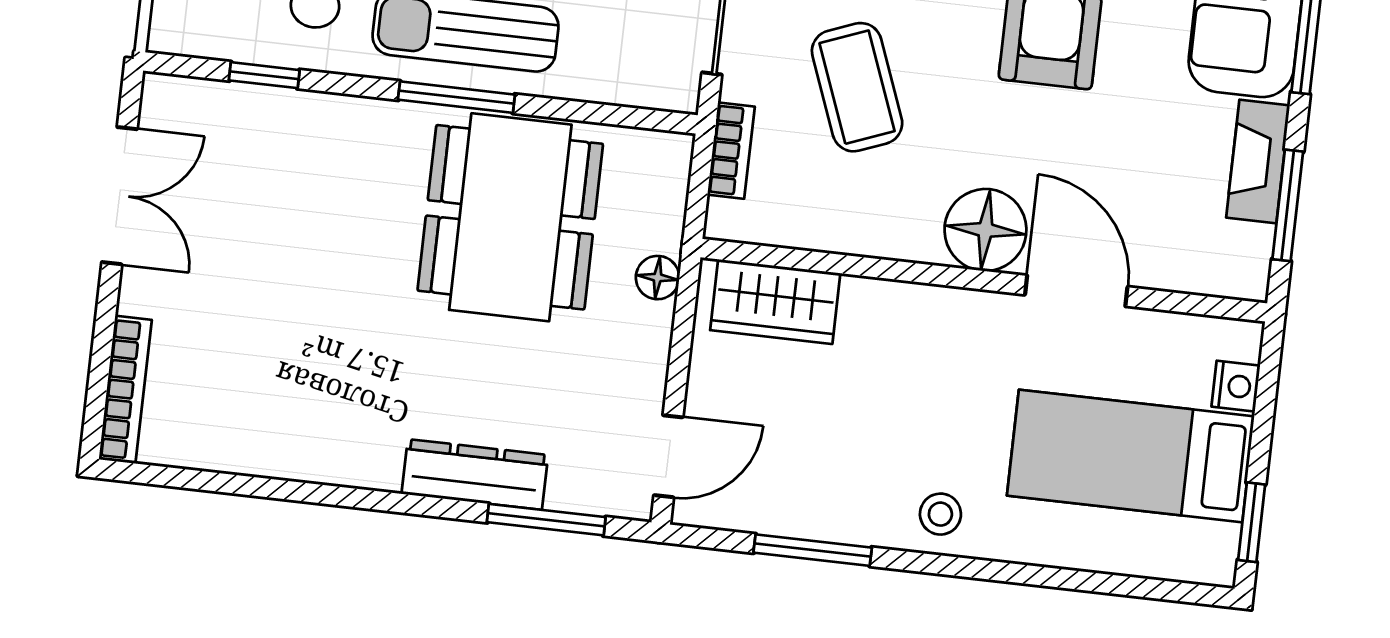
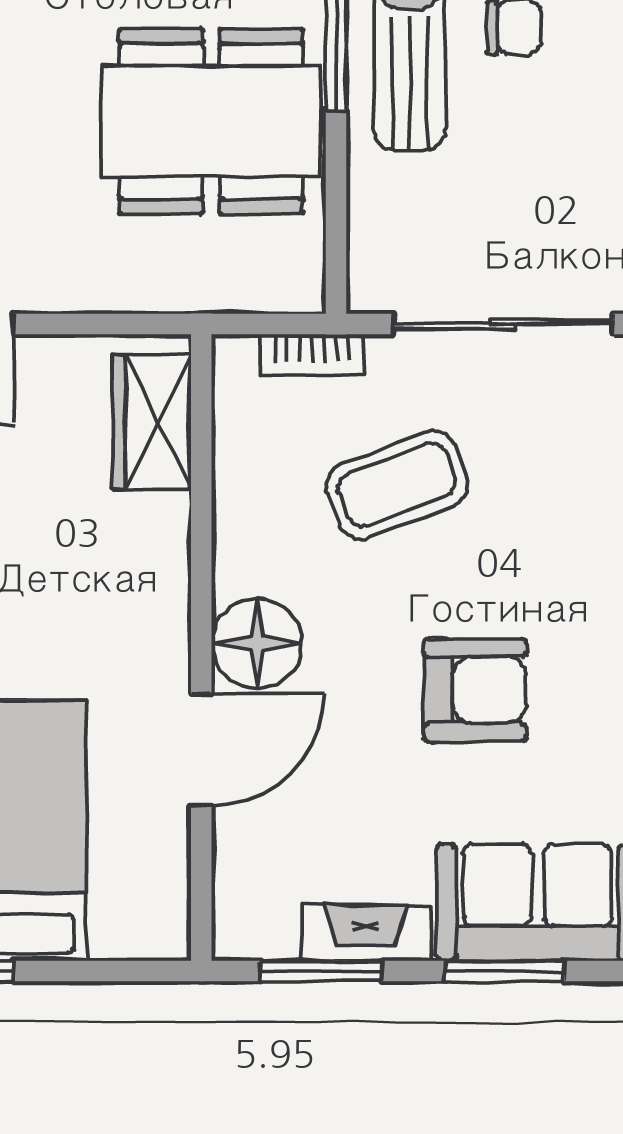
floor lamp: (658, 278) -> (164, 290), removed
nightstand: (1236, 386) -> (117, 937), removed

